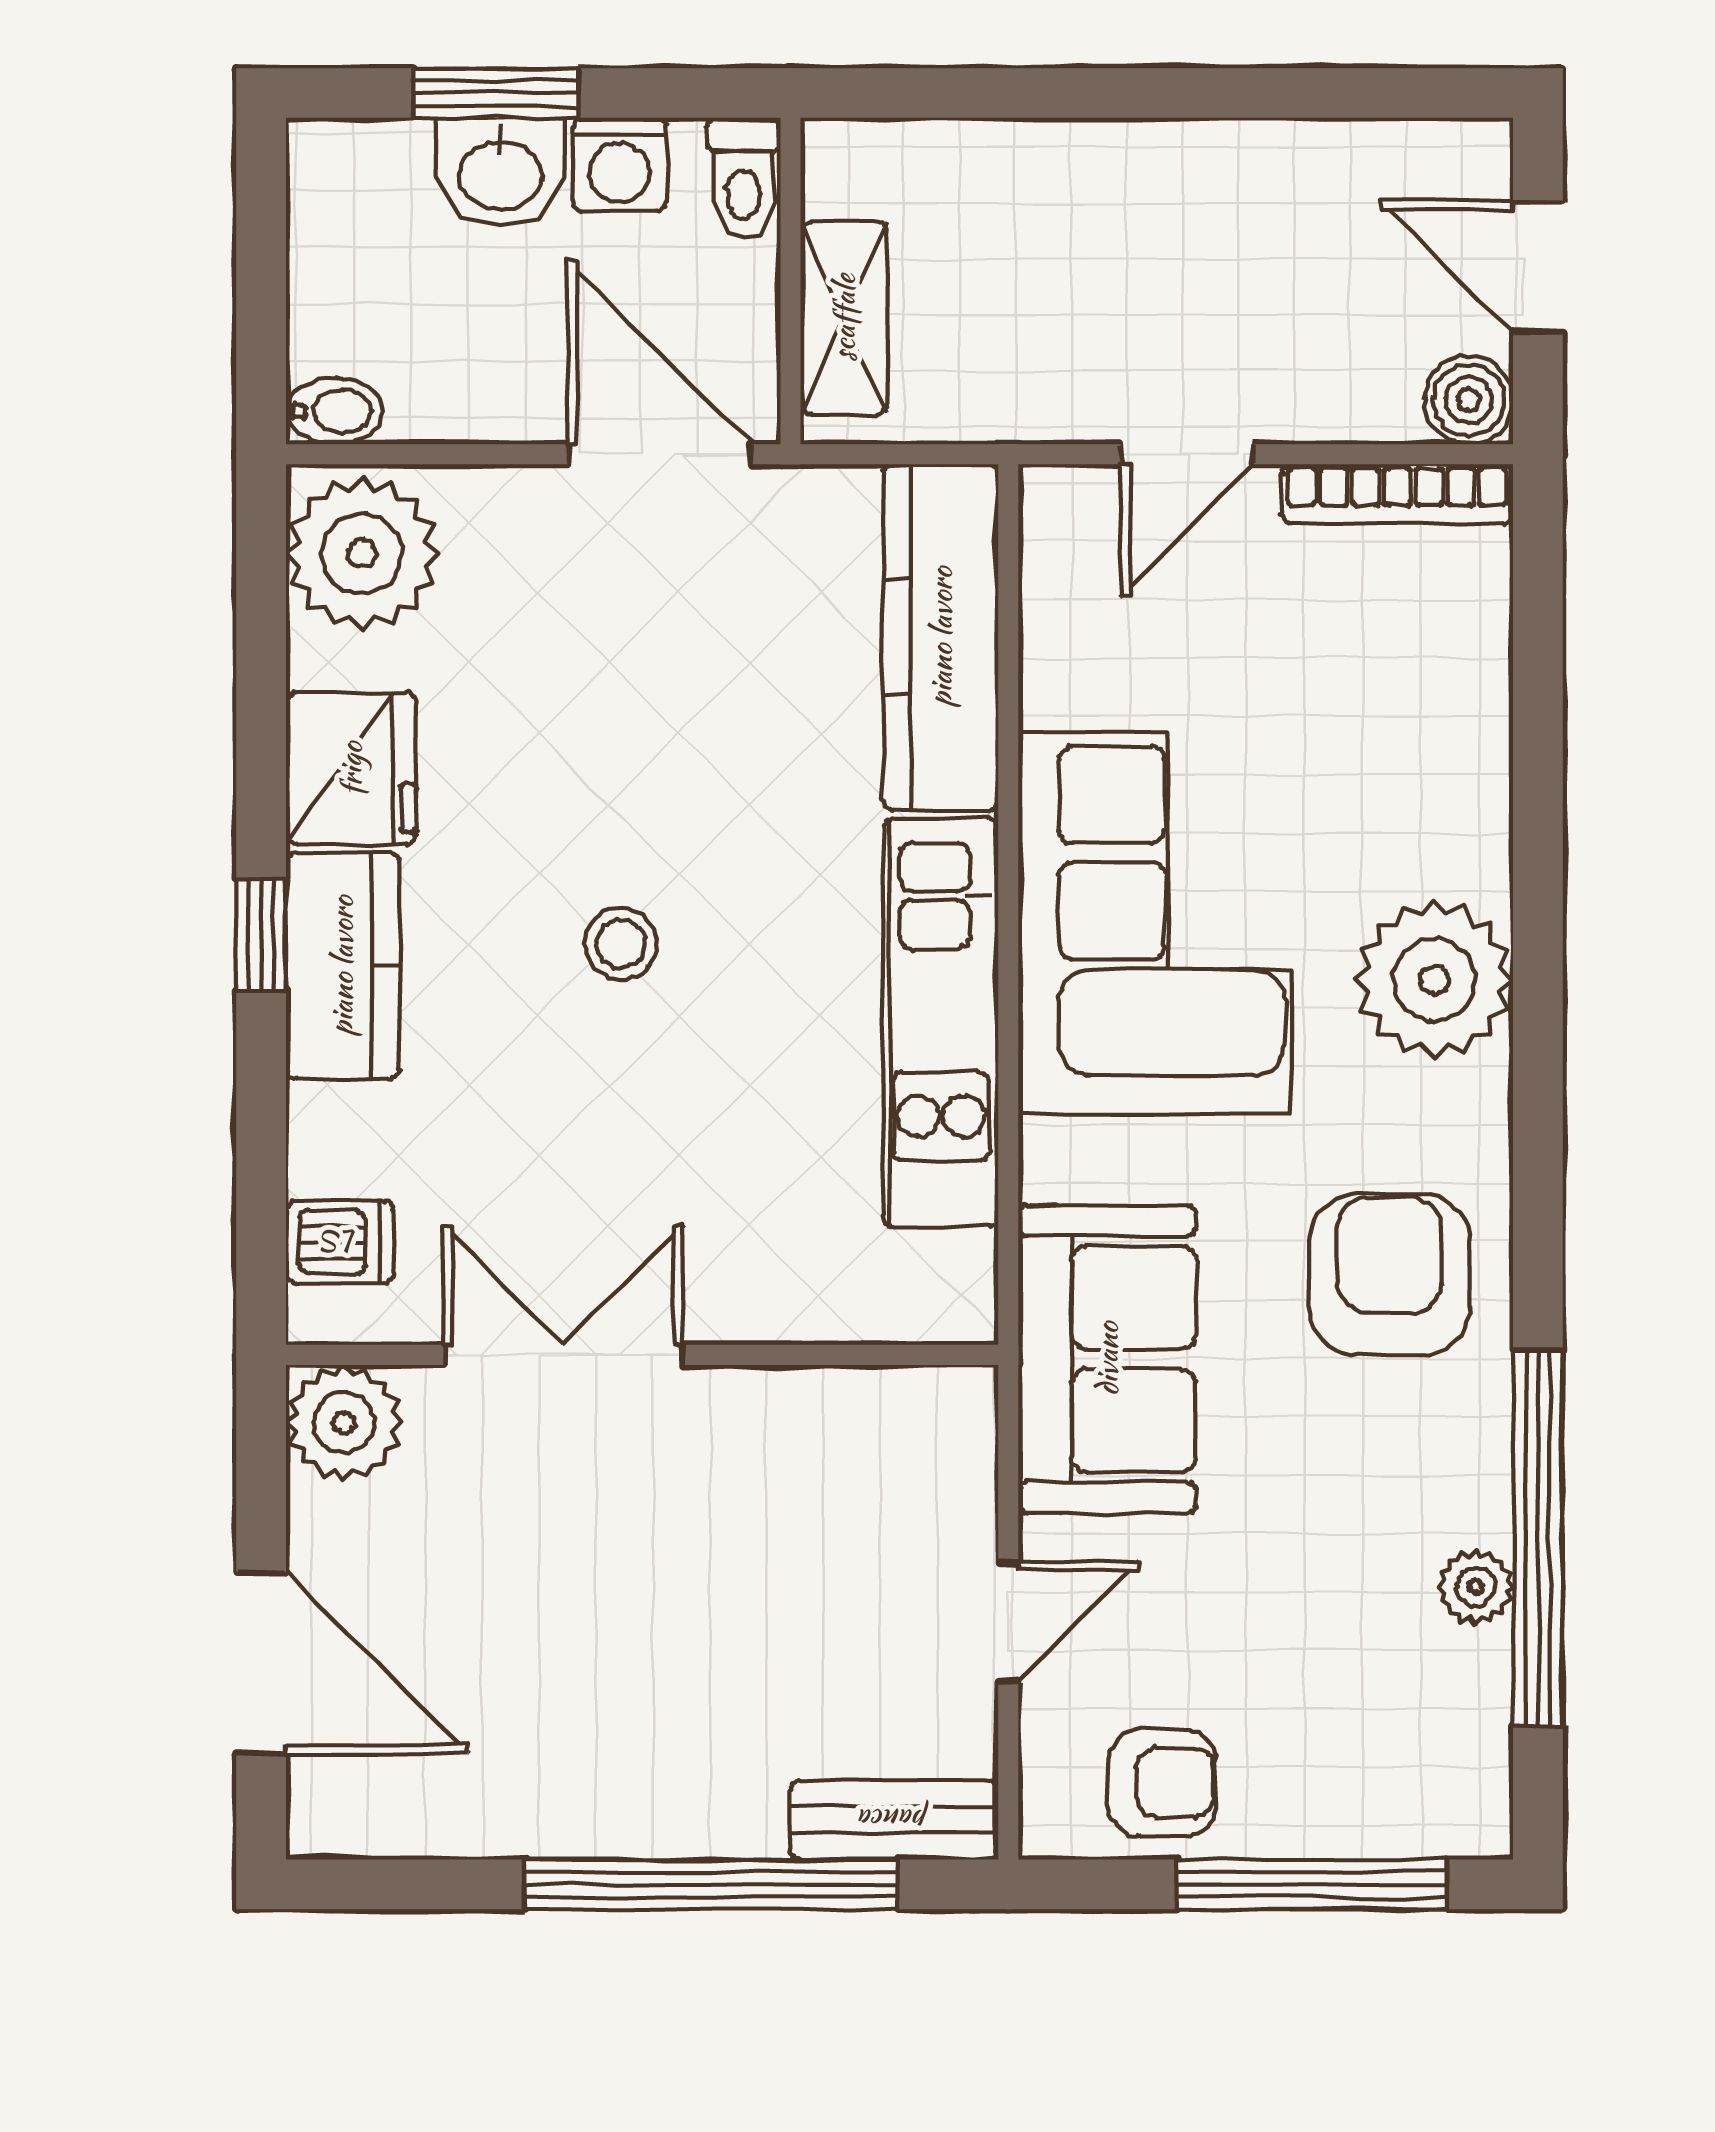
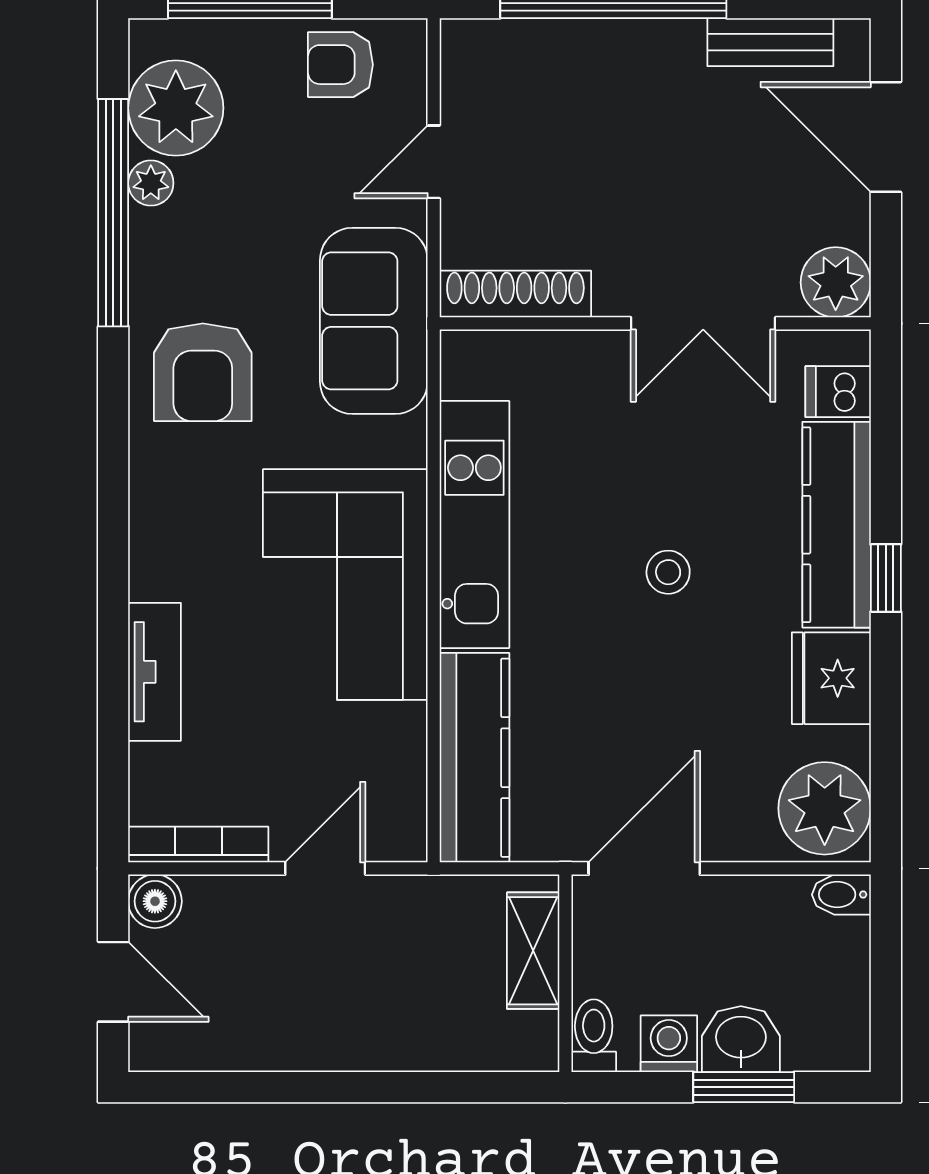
door: (660, 454) -> (644, 868), swing flipped
tv unit: (1470, 779) -> (155, 672), added
kitchen counter: (342, 966) -> (837, 525), width x1.50
plant: (1434, 980) -> (176, 108), moved
shoe rack: (873, 1403) -> (515, 294), added
bench: (894, 1820) -> (770, 42), moved

